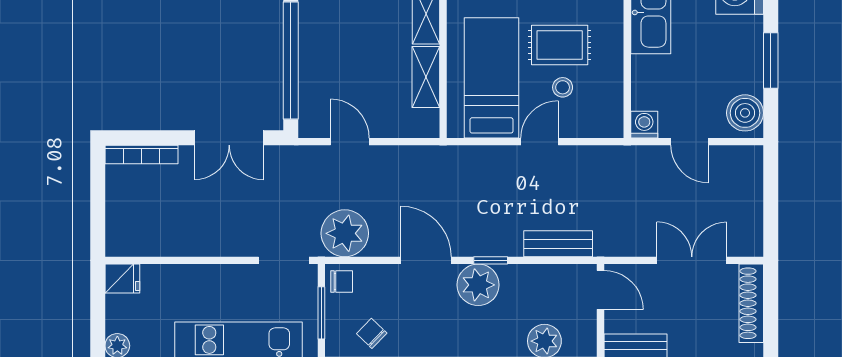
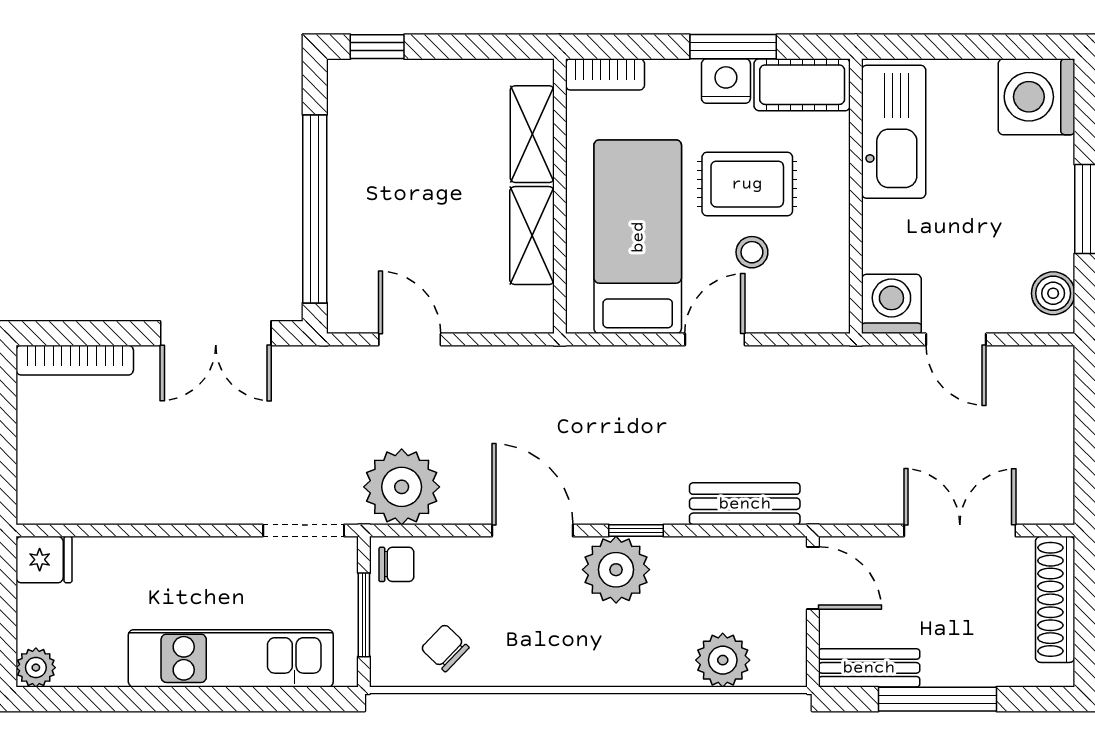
boiler: (745, 113) -> (1053, 293), width x0.73, depth x0.73
washing machine: (644, 125) -> (891, 304), width x1.38, depth x1.38

